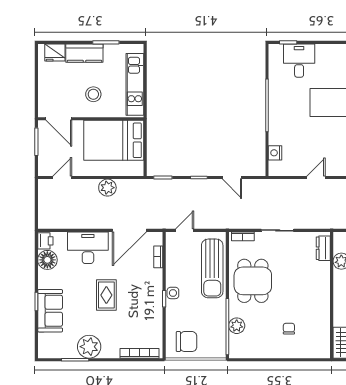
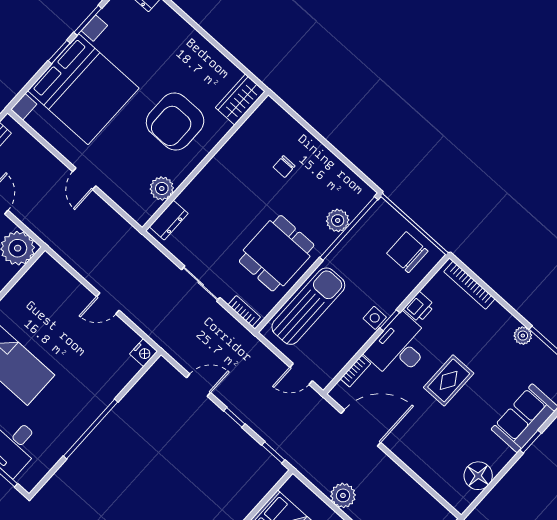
nightstand: (275, 153) -> (144, 353), moved
door: (232, 178) -> (199, 385), hinge flipped
printer: (45, 241) -> (419, 307), moved, turned 180
desk: (88, 248) -> (399, 347), moved, turned 90
plant: (89, 347) -> (523, 336), width x0.53, depth x0.53

